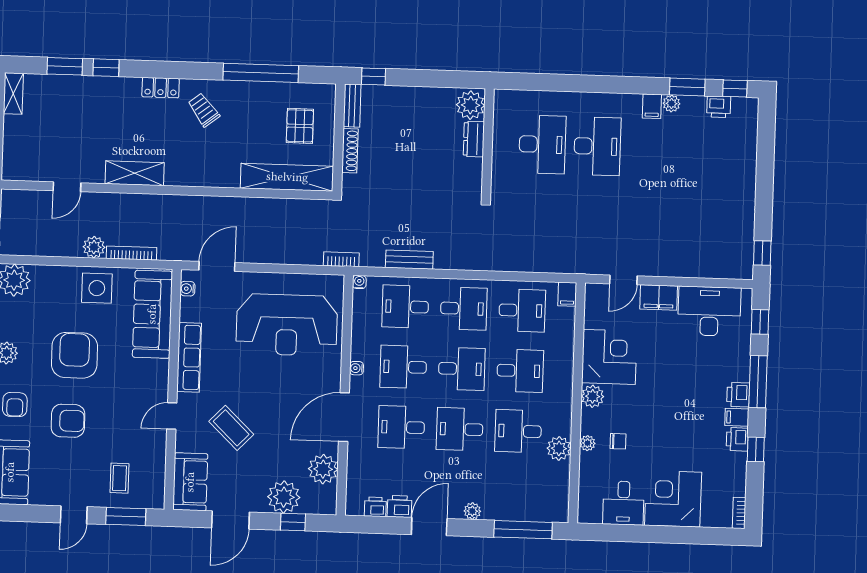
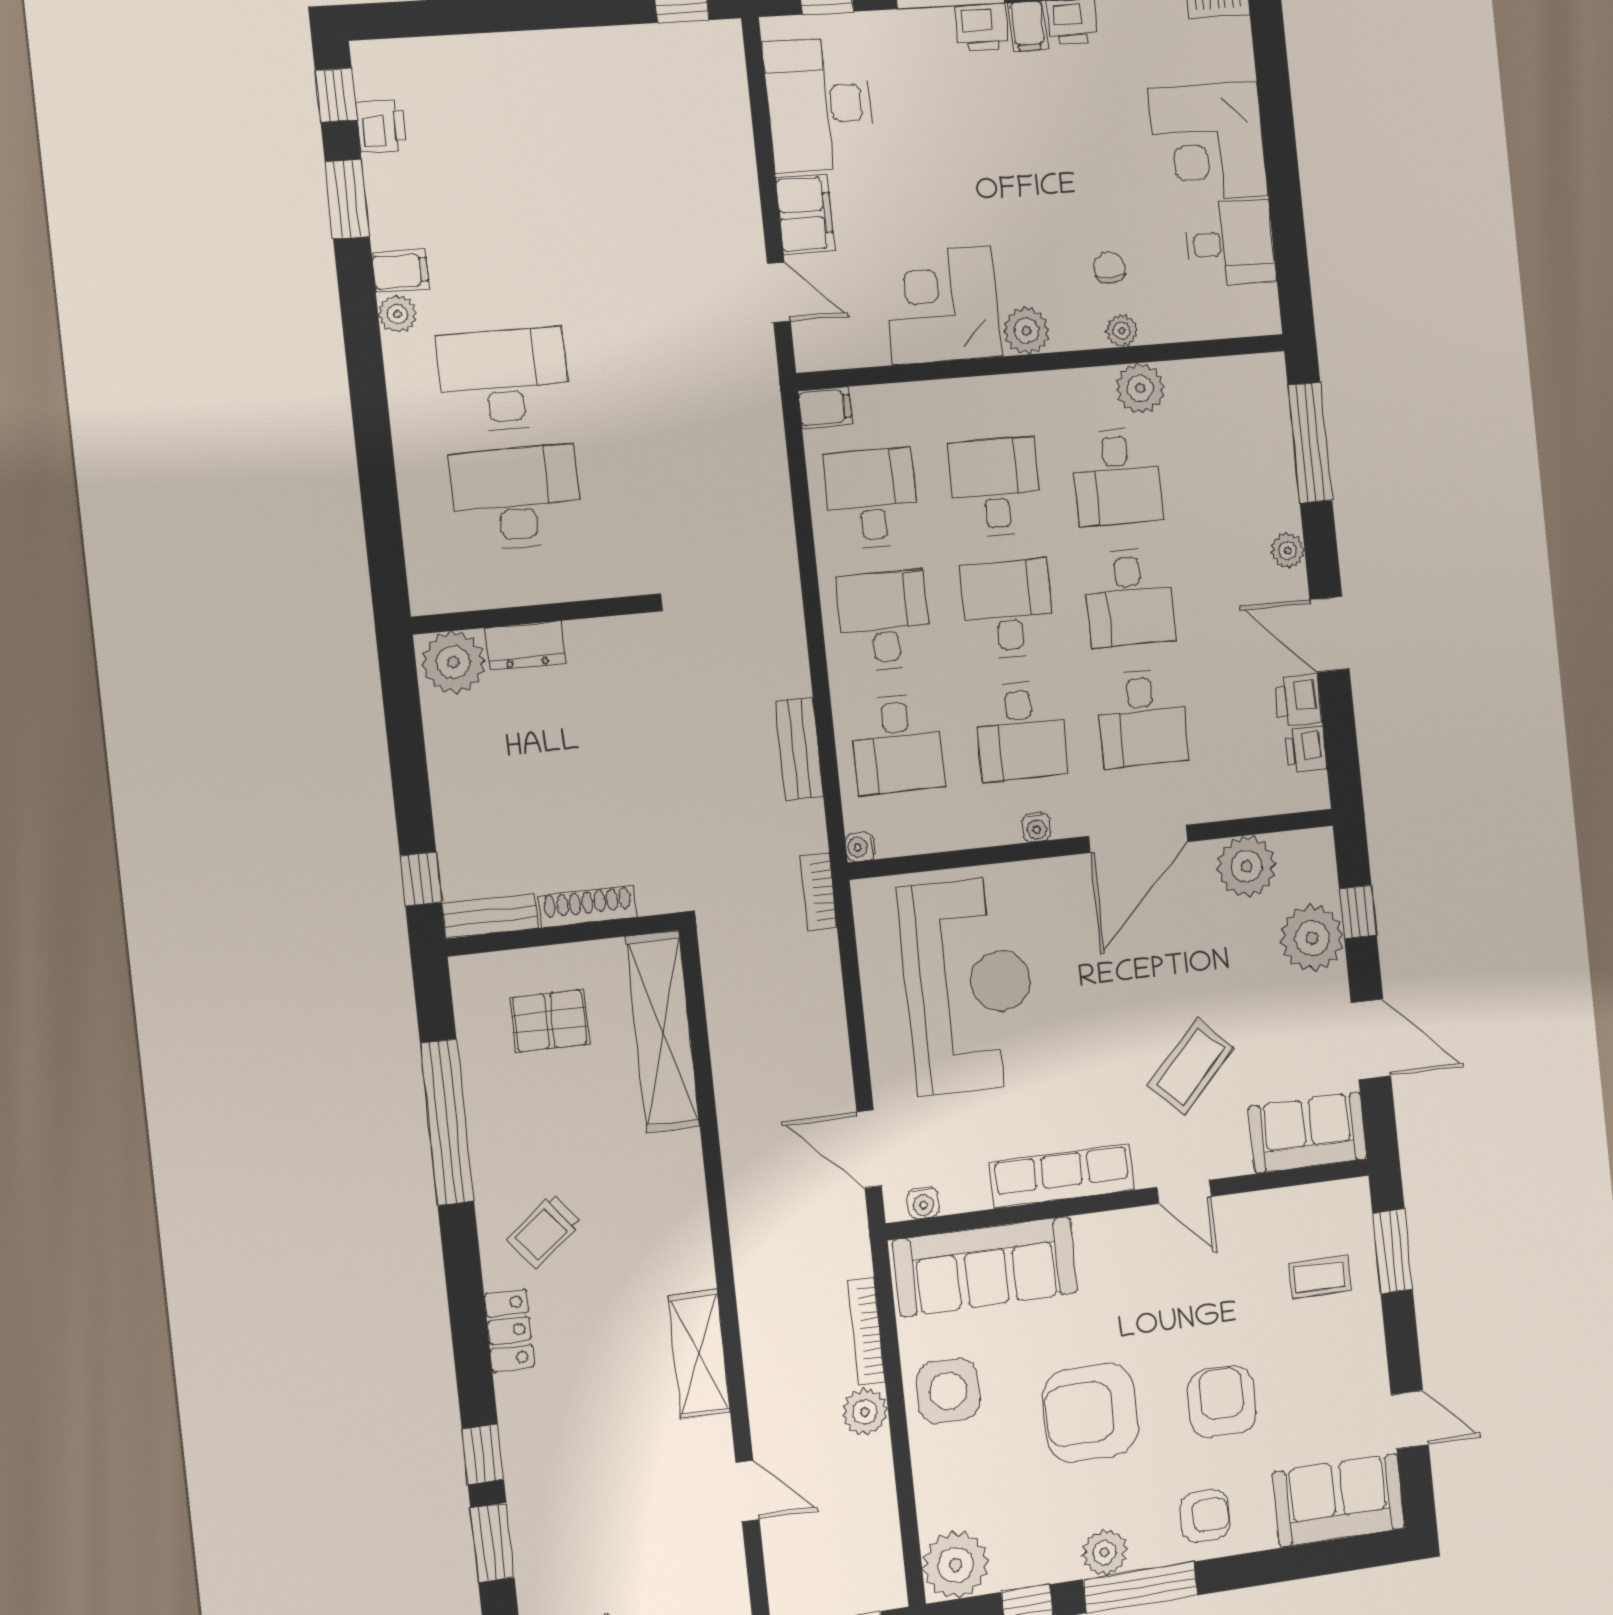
plant: (672, 103) -> (397, 314), moved
door: (344, 417) -> (1138, 839), hinge flipped
door: (74, 515) -> (1410, 1420), moved

